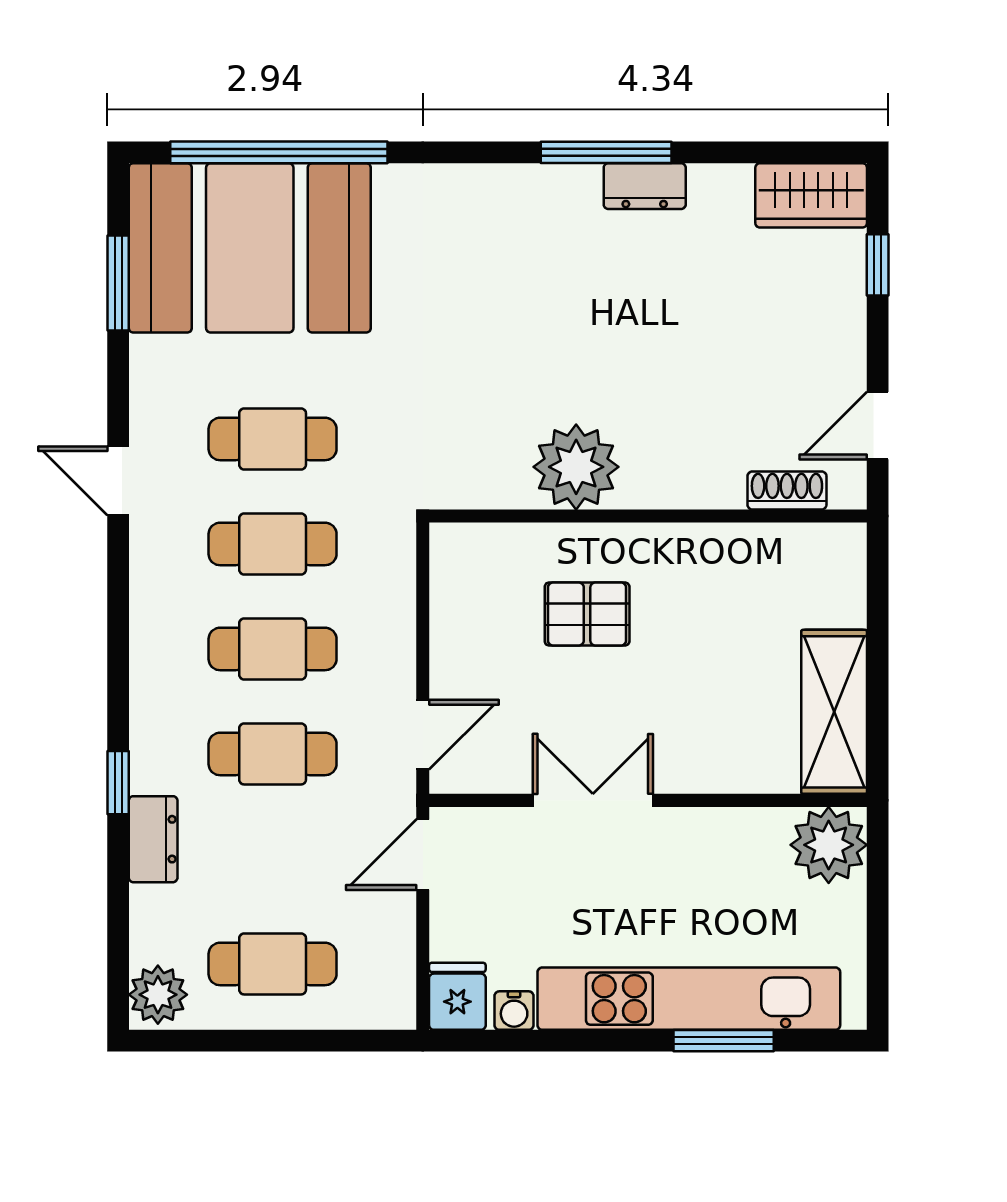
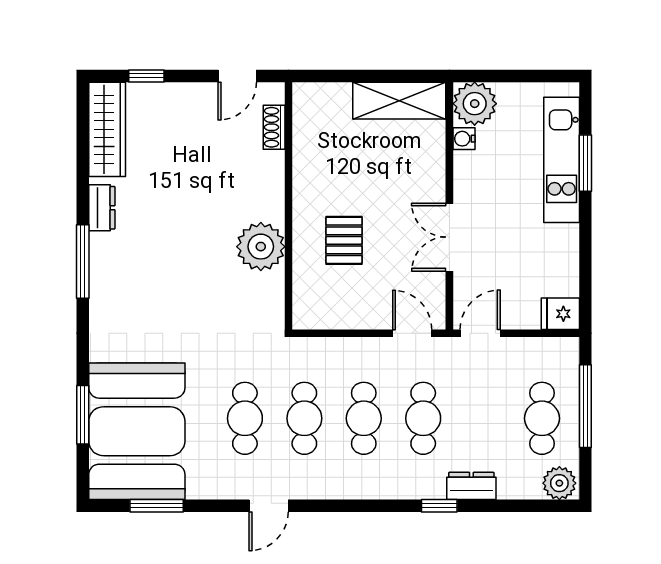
window: (279, 152) -> (83, 415), width x0.47
window: (606, 152) -> (83, 262), moved
wardrobe: (811, 195) -> (107, 129), width x1.50
door: (878, 426) -> (237, 76), hinge flipped
door: (423, 855) -> (480, 333), swing flipped
kitchen unit: (689, 999) -> (562, 160), width x0.73
water cooler: (514, 1011) -> (464, 139), moved, turned 180
window: (294, 1041) -> (585, 406), added

